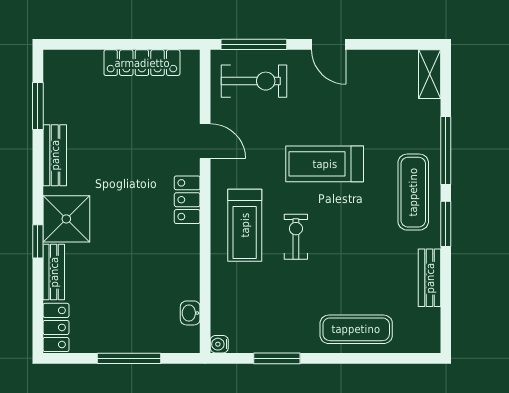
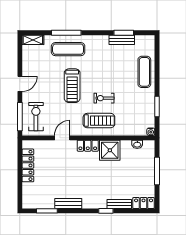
exercise mat: (413, 192) -> (68, 49), moved
shower: (66, 219) -> (110, 150), moved
window: (446, 224) -> (124, 33), moved

